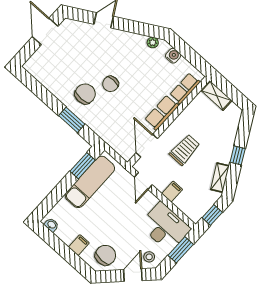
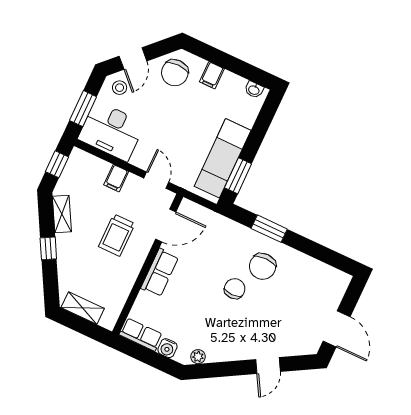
row of seats: (185, 88) -> (141, 335), moved, turned -90
shelving: (216, 95) -> (83, 308), moved
door: (147, 146) -> (166, 226), hinge flipped

